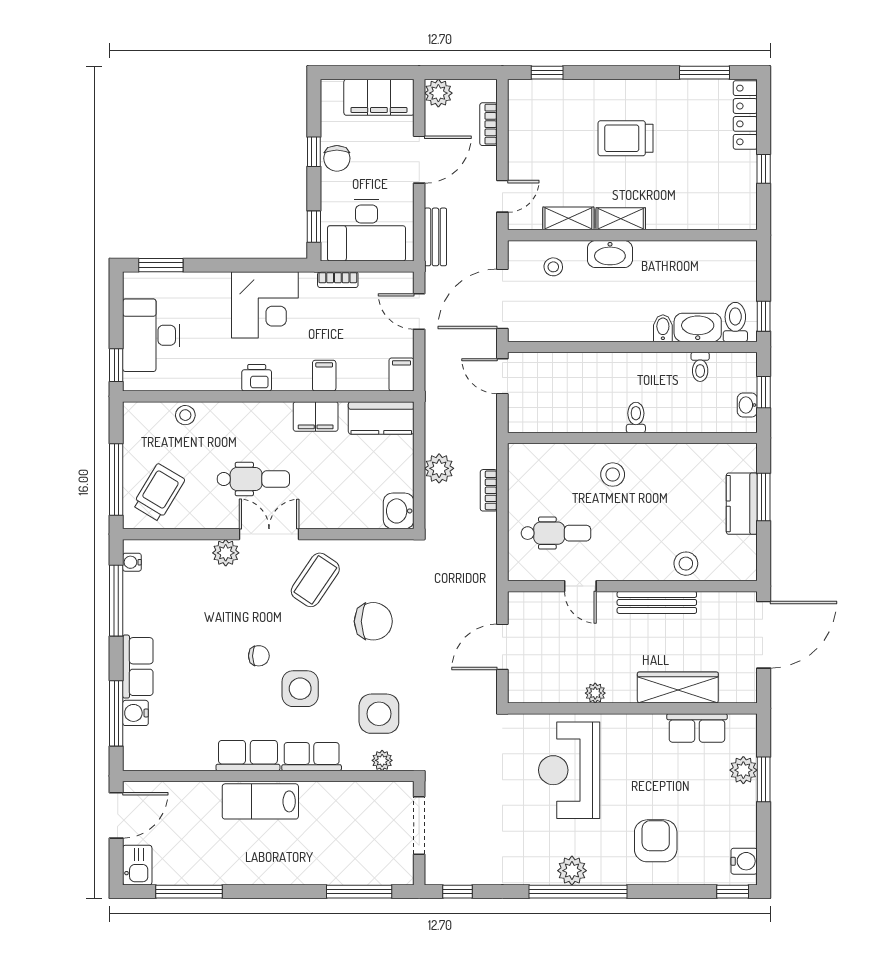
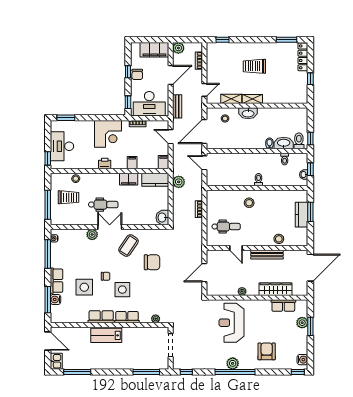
plant: (439, 468) -> (179, 182), moved
trolley: (159, 492) -> (69, 197), moved, turned 59
side table: (379, 714) -> (84, 287), moved
door: (116, 815) -> (48, 341), hinge flipped

